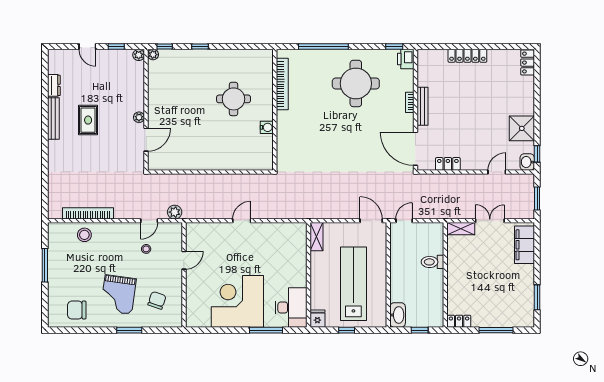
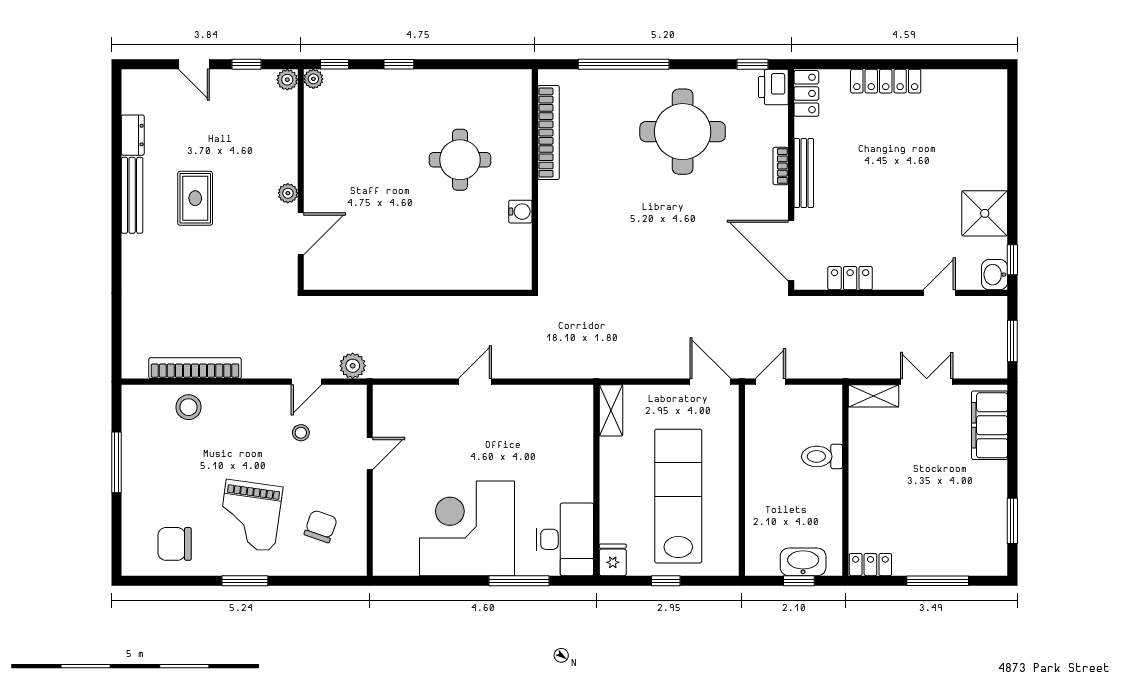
locker: (528, 63) -> (806, 93), moved, turned 180
washbasin: (398, 315) -> (803, 562), moved, turned -90
window: (129, 330) -> (245, 581), moved

